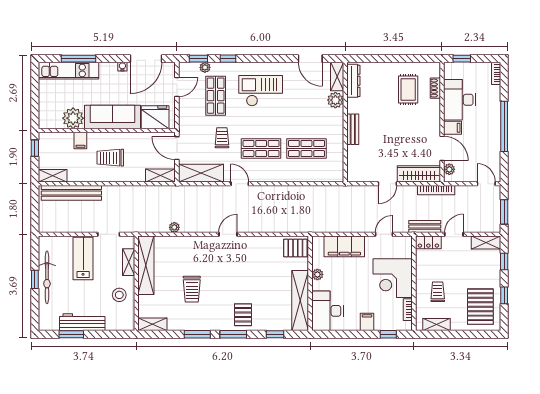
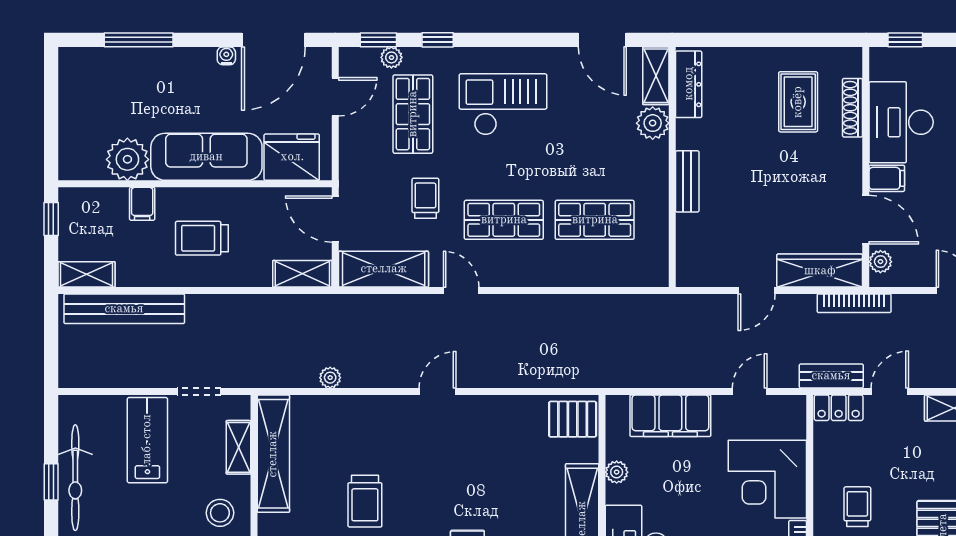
kitchen unit: (68, 71) -> (118, 64), removed
shoe rack: (435, 88) -> (853, 108), width x1.43

